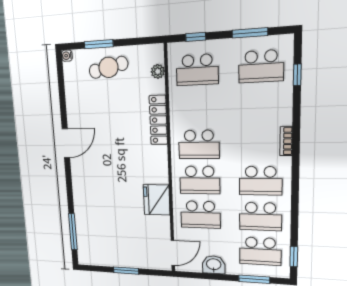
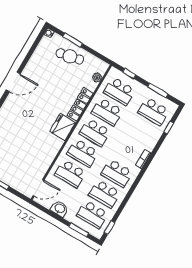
school desk: (198, 108) -> (107, 112), added
fridge: (157, 200) -> (63, 127), moved

